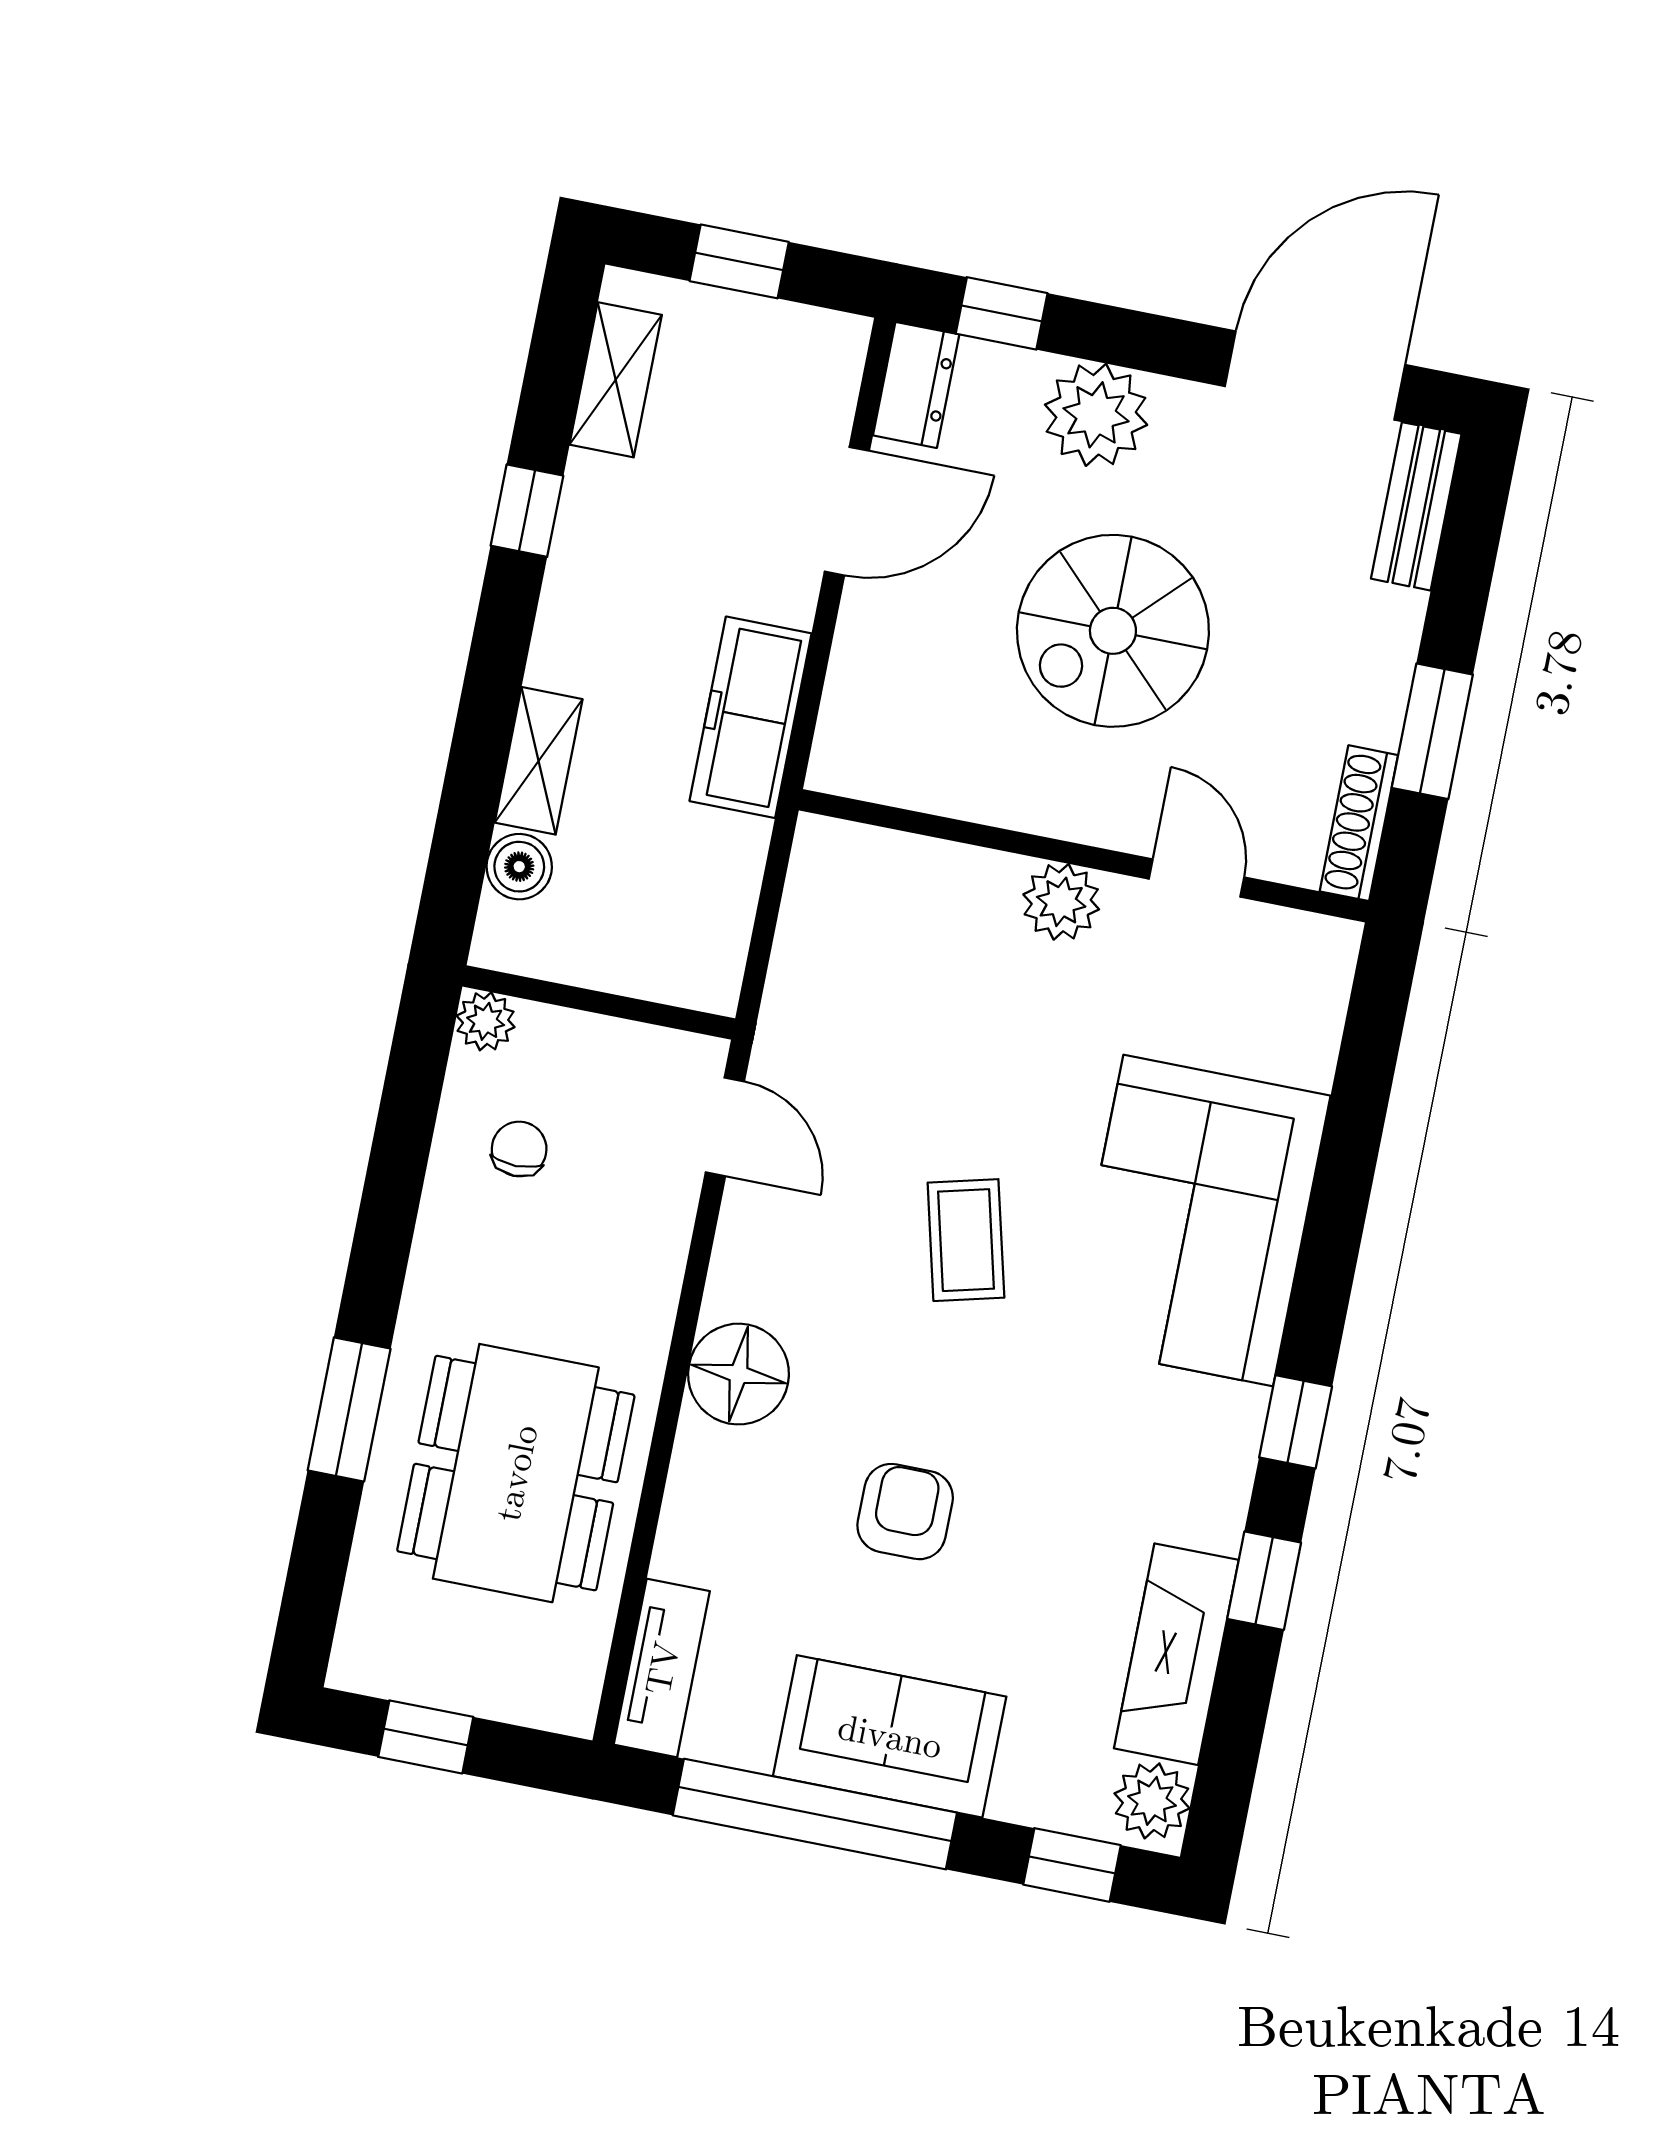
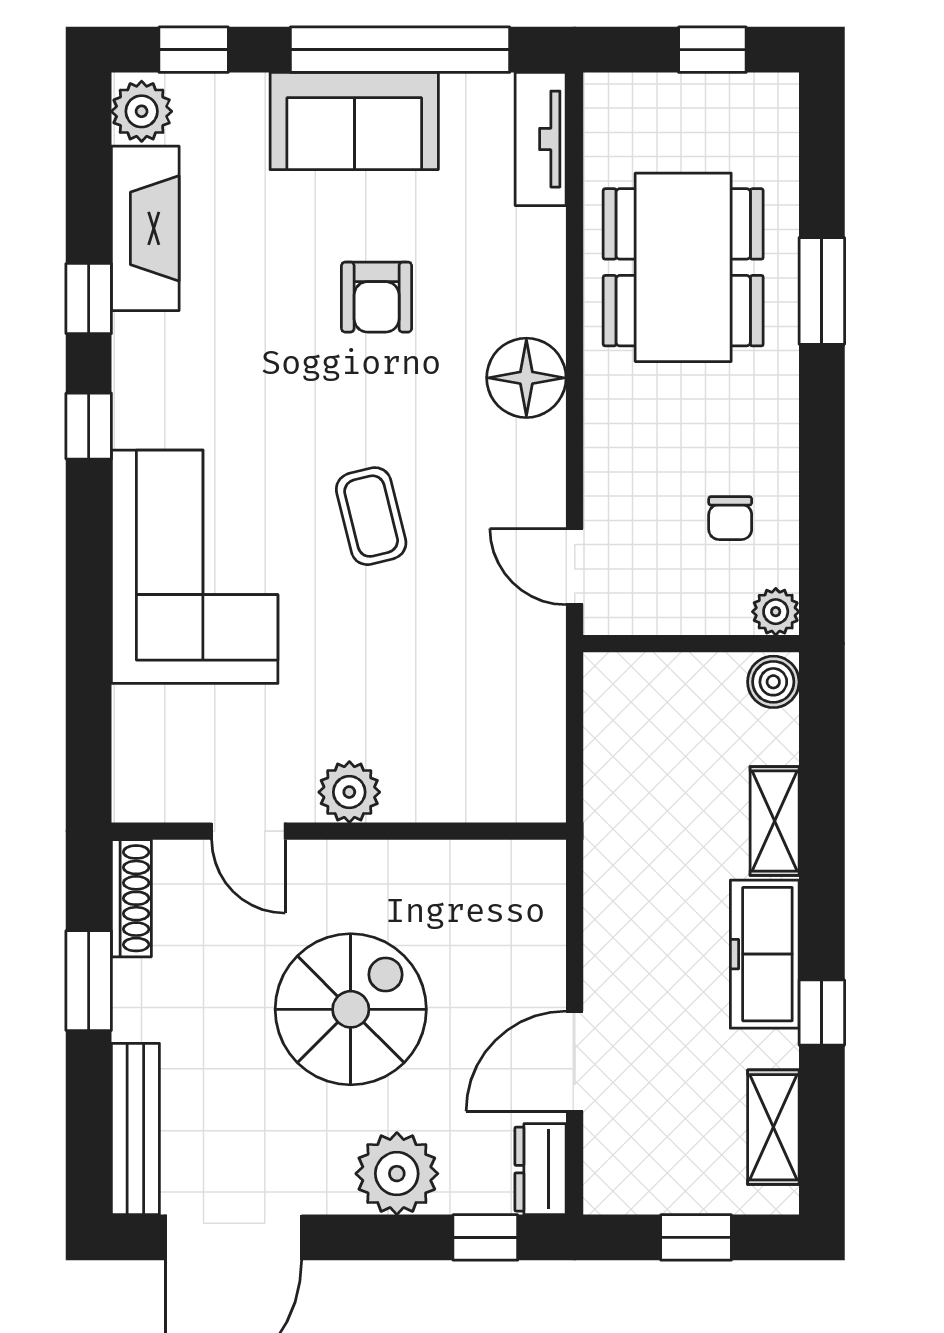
bench: (1416, 506) -> (135, 1129), width x1.36
freezer: (751, 717) -> (765, 954), moved, turned 180
boiler: (519, 867) -> (773, 682), moved

